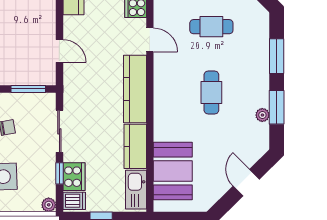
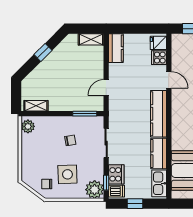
door: (59, 51) -> (106, 88), swing flipped
window: (59, 173) -> (106, 183), moved
plant: (49, 205) -> (95, 190), width x1.88, depth x1.88

